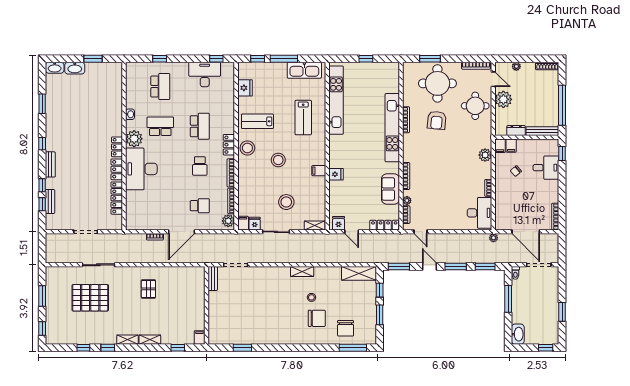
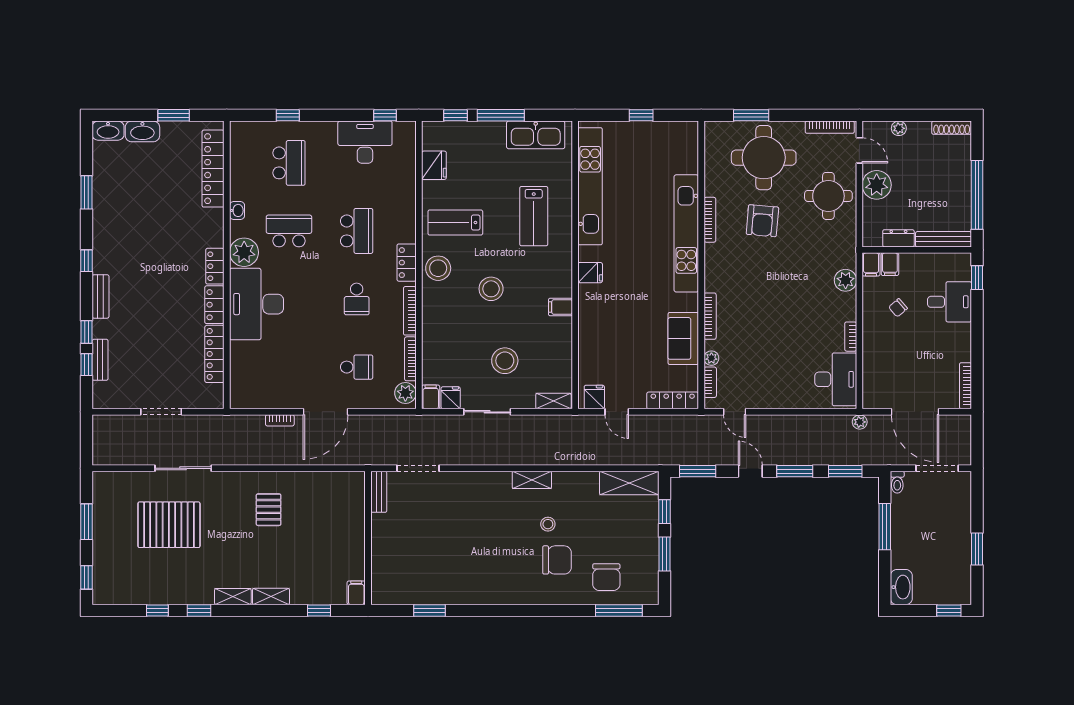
locker: (116, 90) -> (213, 169), added
fridge: (336, 174) -> (590, 273), moved

